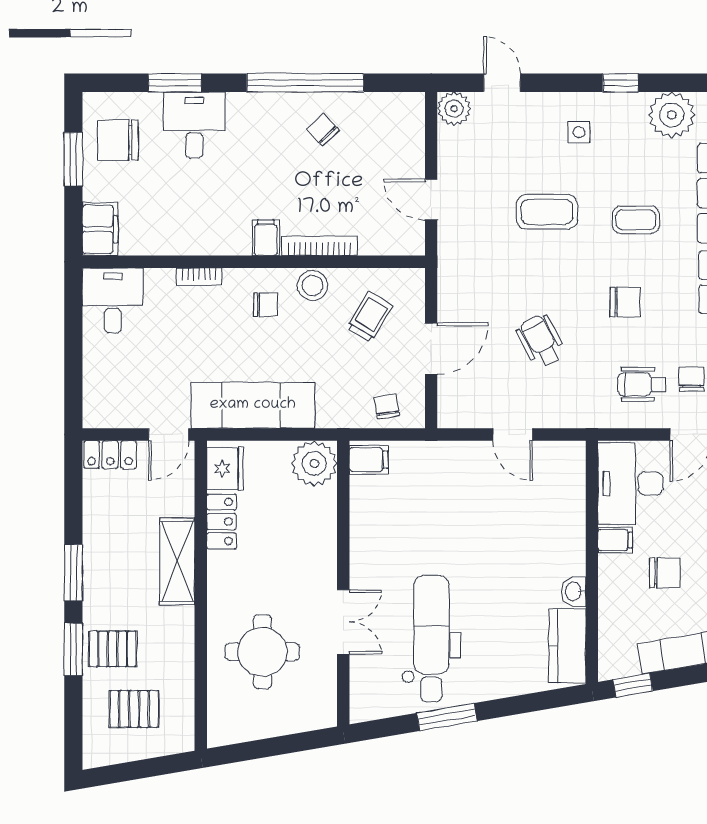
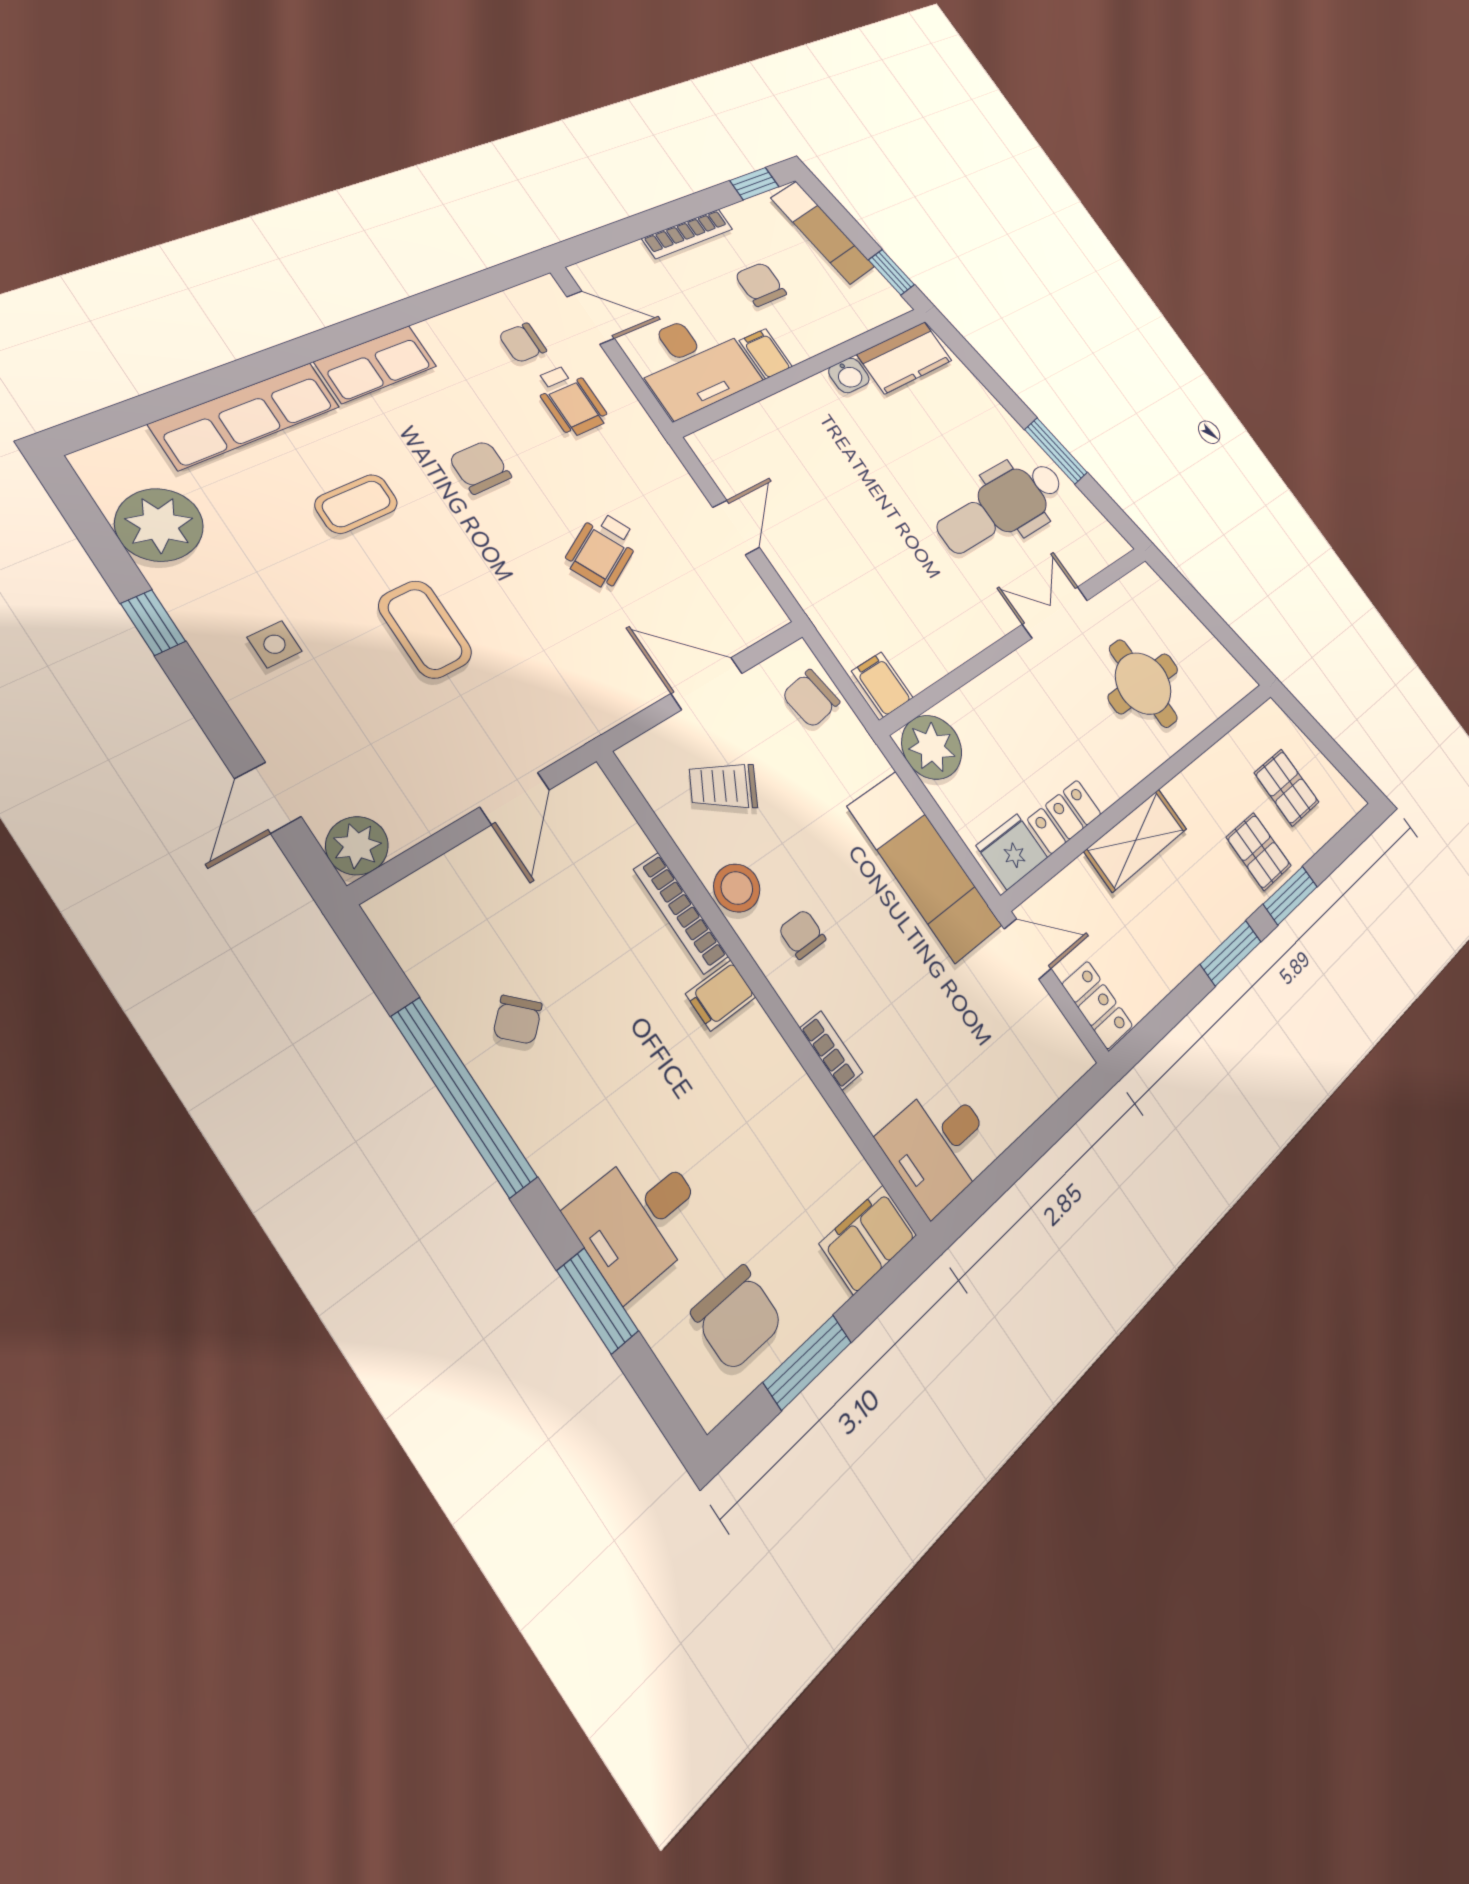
coffee table: (636, 220) -> (356, 504), turned 90
chair: (387, 407) -> (811, 698), width x1.37, depth x1.37

